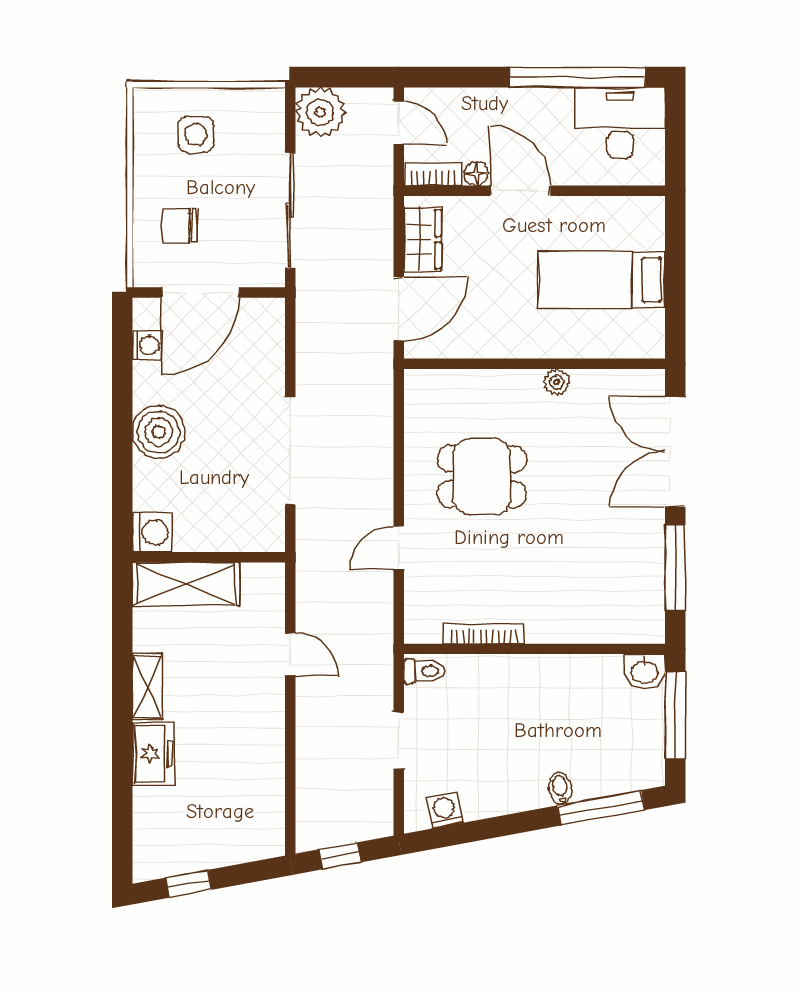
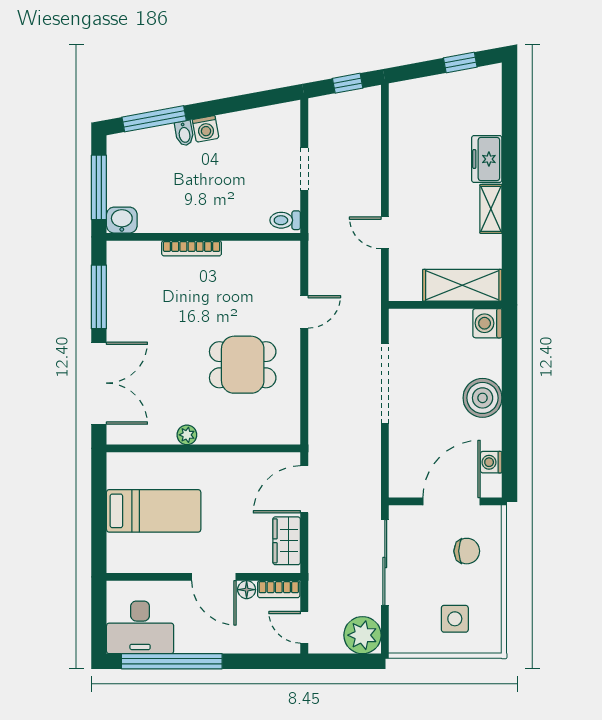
bookcase: (484, 633) -> (192, 248), moved
washing machine: (444, 810) -> (206, 129), moved

